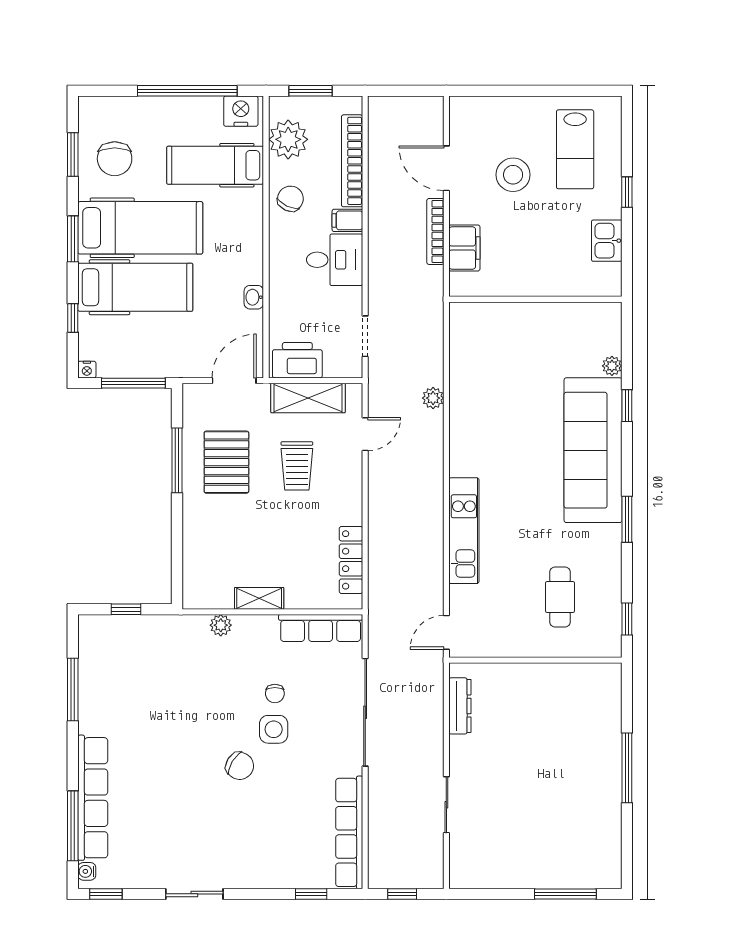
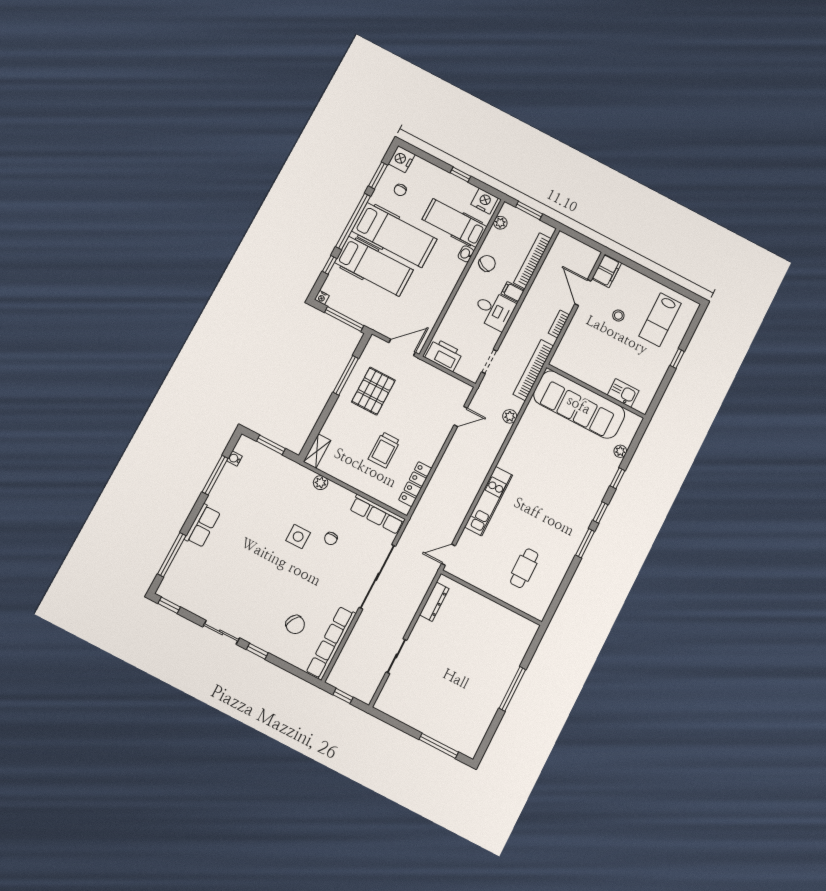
window: (187, 91) -> (460, 175), width x0.32
nightstand: (93, 113) -> (402, 159), added
plant: (288, 139) -> (500, 223), width x0.53, depth x0.53
chair: (115, 159) -> (400, 190), width x0.54, depth x0.54
stool: (513, 175) -> (618, 316), width x0.53, depth x0.53
bookcase: (435, 231) -> (559, 324), width x0.64
window: (73, 239) -> (353, 221), width x2.11
kitchen sink: (607, 241) -> (623, 393), moved, turned 90
filing cabinet: (464, 248) -> (607, 271), moved
washbasin: (254, 297) -> (466, 254), moved
bookcase: (433, 316) -> (533, 370), added
shelving: (308, 398) -> (439, 379), removed
sofa: (593, 450) -> (579, 405), moved, turned -90
trolley: (297, 466) -> (384, 450), moved
shelving: (259, 598) -> (317, 451), moved, turned 90
window: (126, 609) -> (271, 445), width x1.50
window: (627, 619) -> (600, 513), moved
side table: (274, 729) -> (298, 537), moved
chair: (240, 766) -> (295, 625), moved
row of seats: (93, 798) -> (202, 526), width x0.50
water cooler: (87, 871) -> (234, 459), moved
window: (311, 894) -> (257, 651), moved

